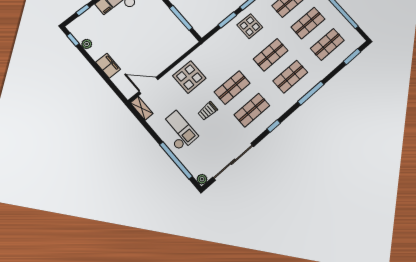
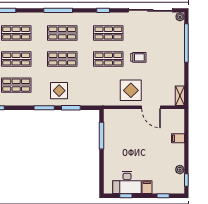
filing cabinet: (108, 66) -> (178, 138), width x0.50
door: (148, 85) -> (151, 107), moved
checkout: (178, 131) -> (169, 61), removed

